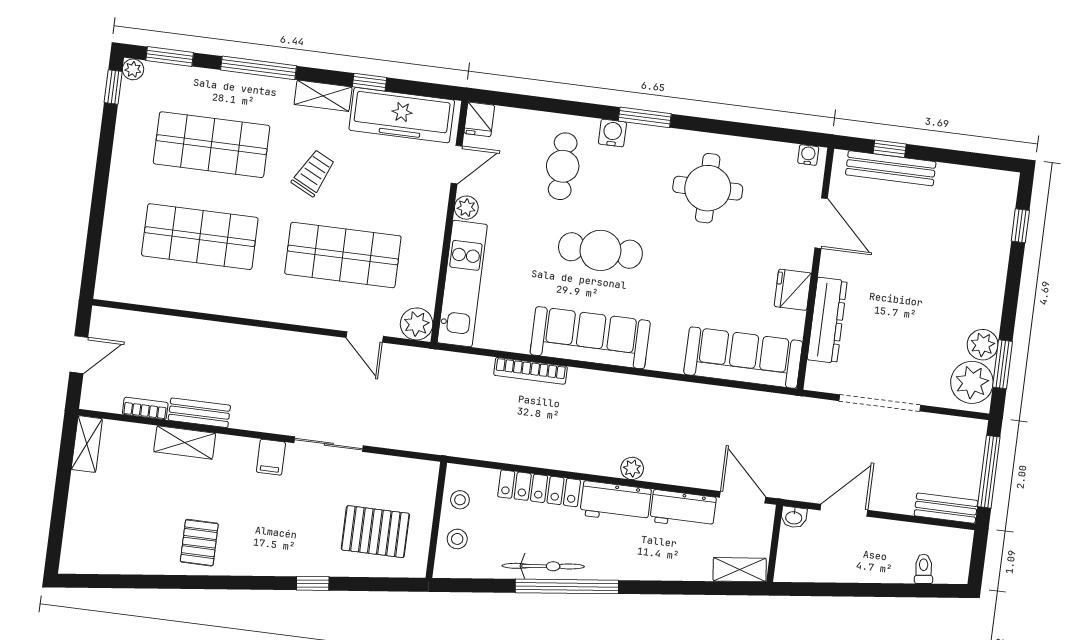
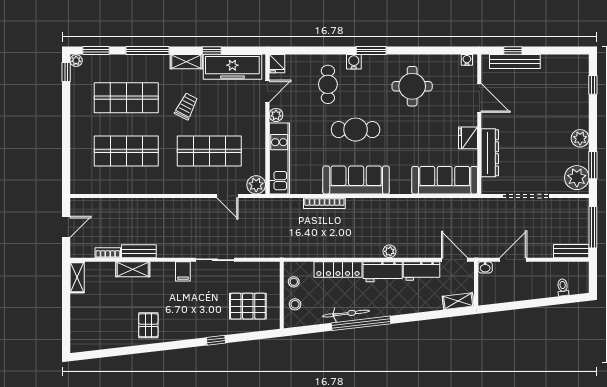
plant: (983, 345) -> (580, 138), moved

